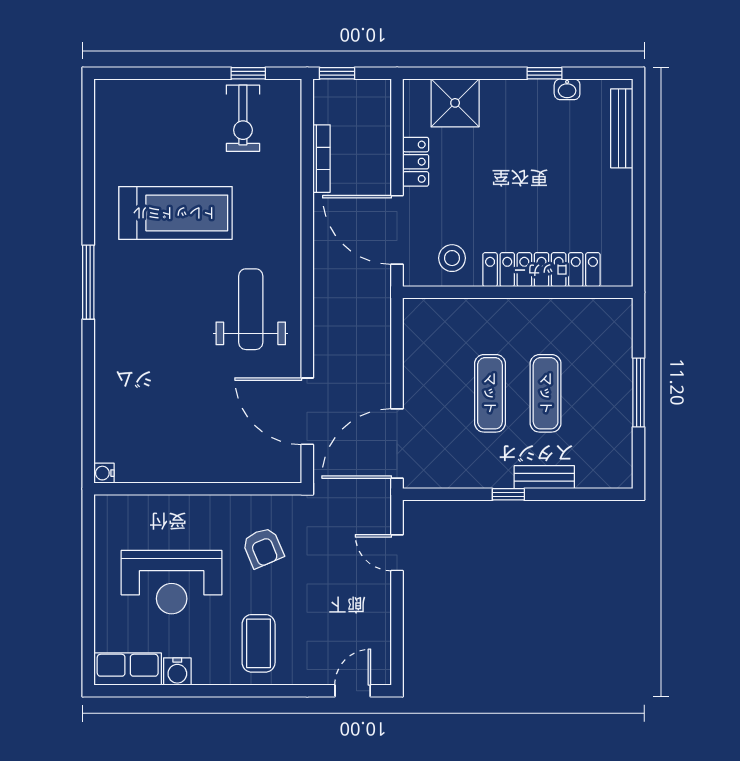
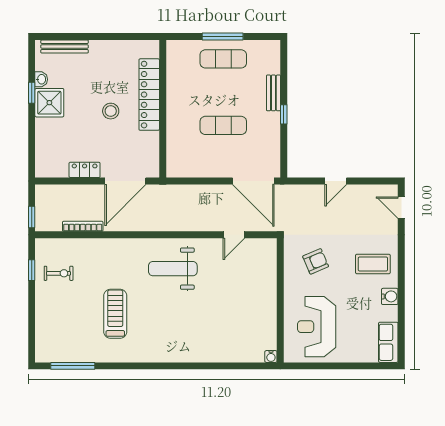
shower: (455, 103) -> (49, 103), moved
exercise bike: (243, 118) -> (59, 273), width x0.73, depth x0.72
treadmill: (175, 213) -> (115, 314), width x0.73, depth x0.73
stool: (452, 258) -> (111, 111), moved
window: (88, 282) -> (73, 366), moved
exercise mat: (546, 393) -> (223, 59), moved
door: (307, 411) -> (234, 235), width x0.53
door: (397, 553) -> (336, 181), moved
reception desk: (172, 582) -> (317, 327), moved, turned 180
water cooler: (177, 672) -> (390, 296), moved

